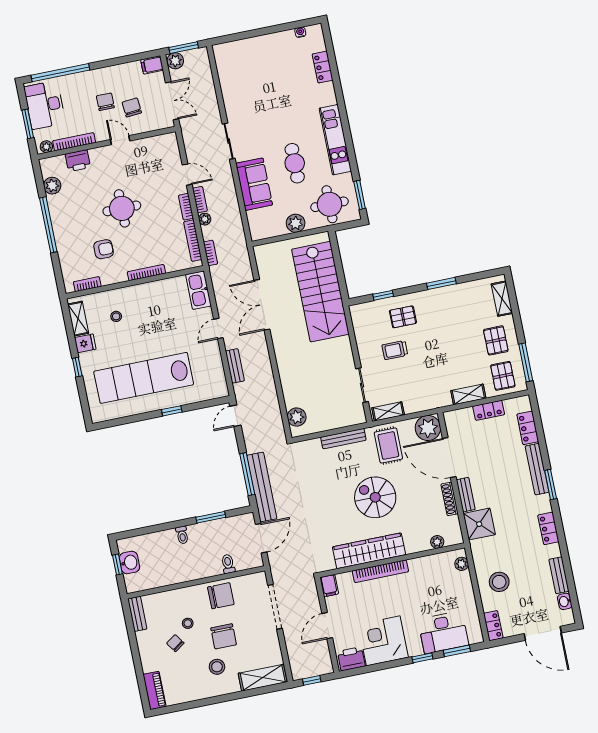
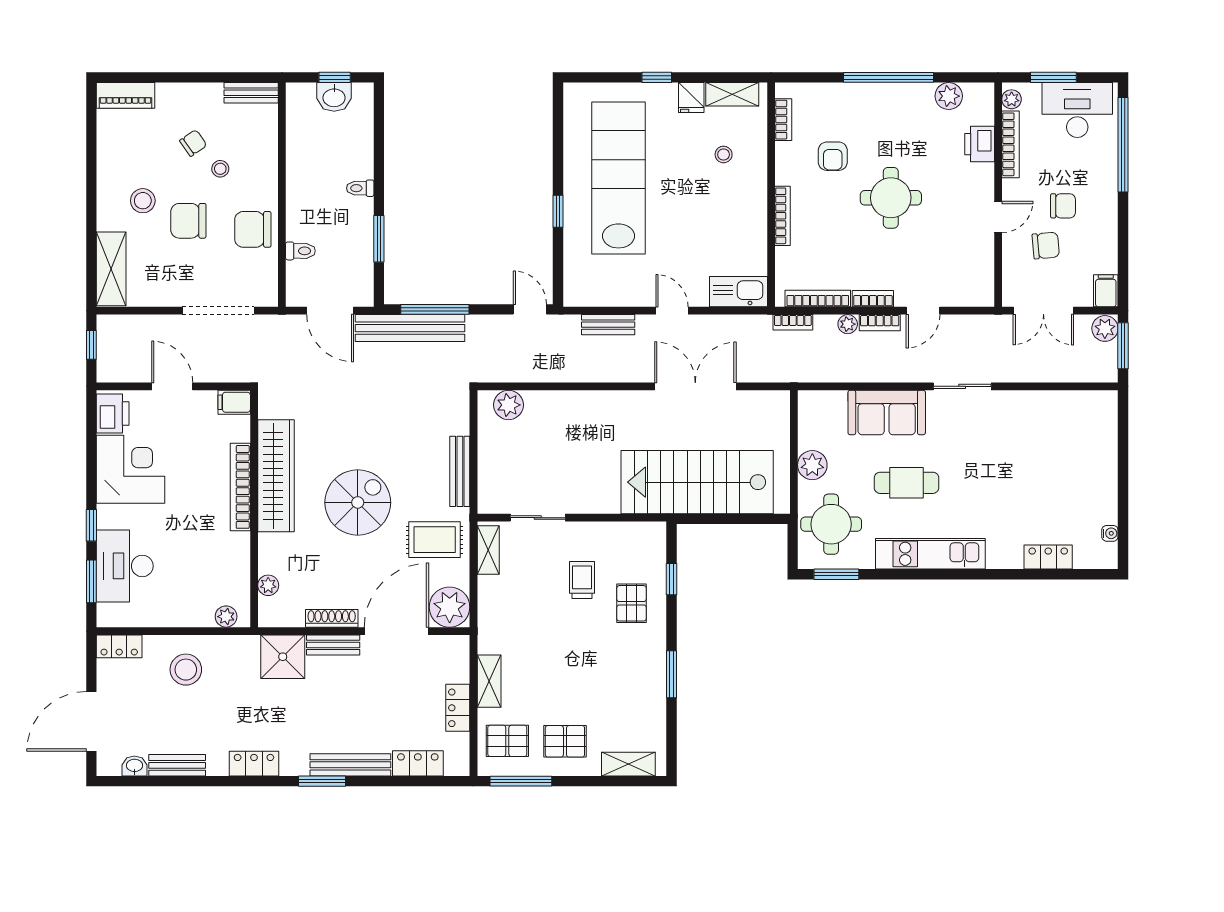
chair: (221, 596) -> (253, 229), turned 90

